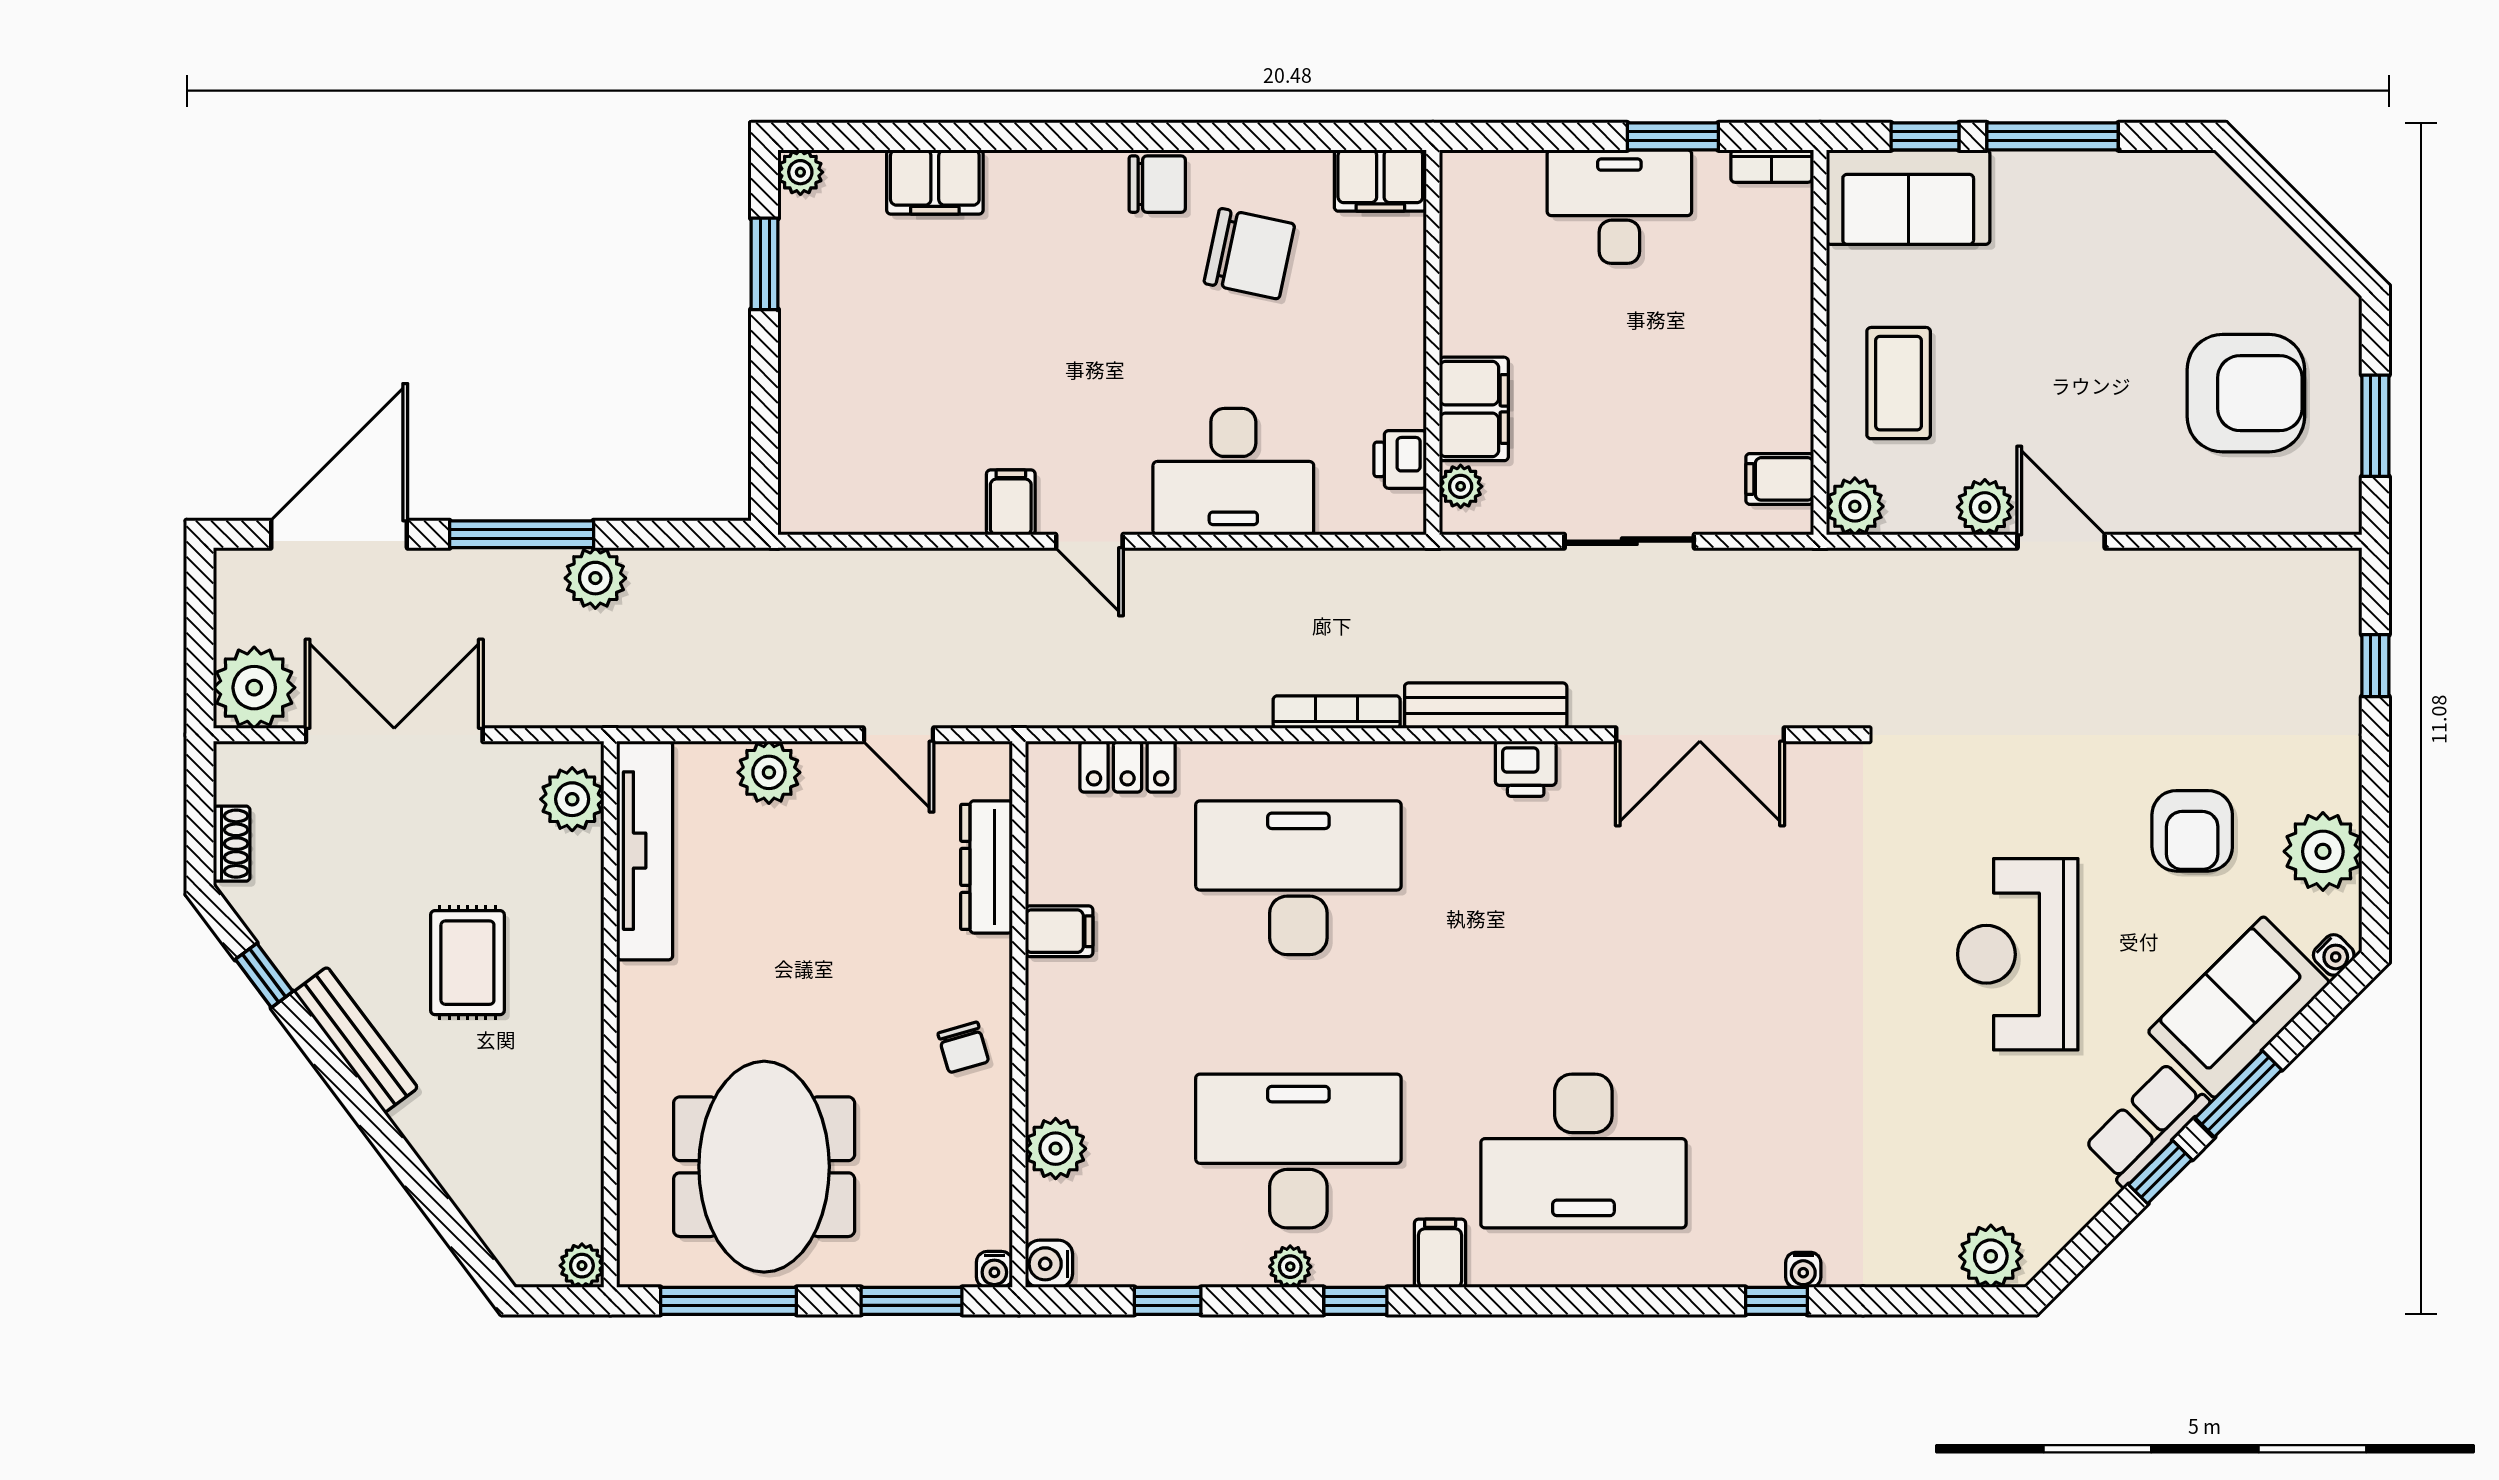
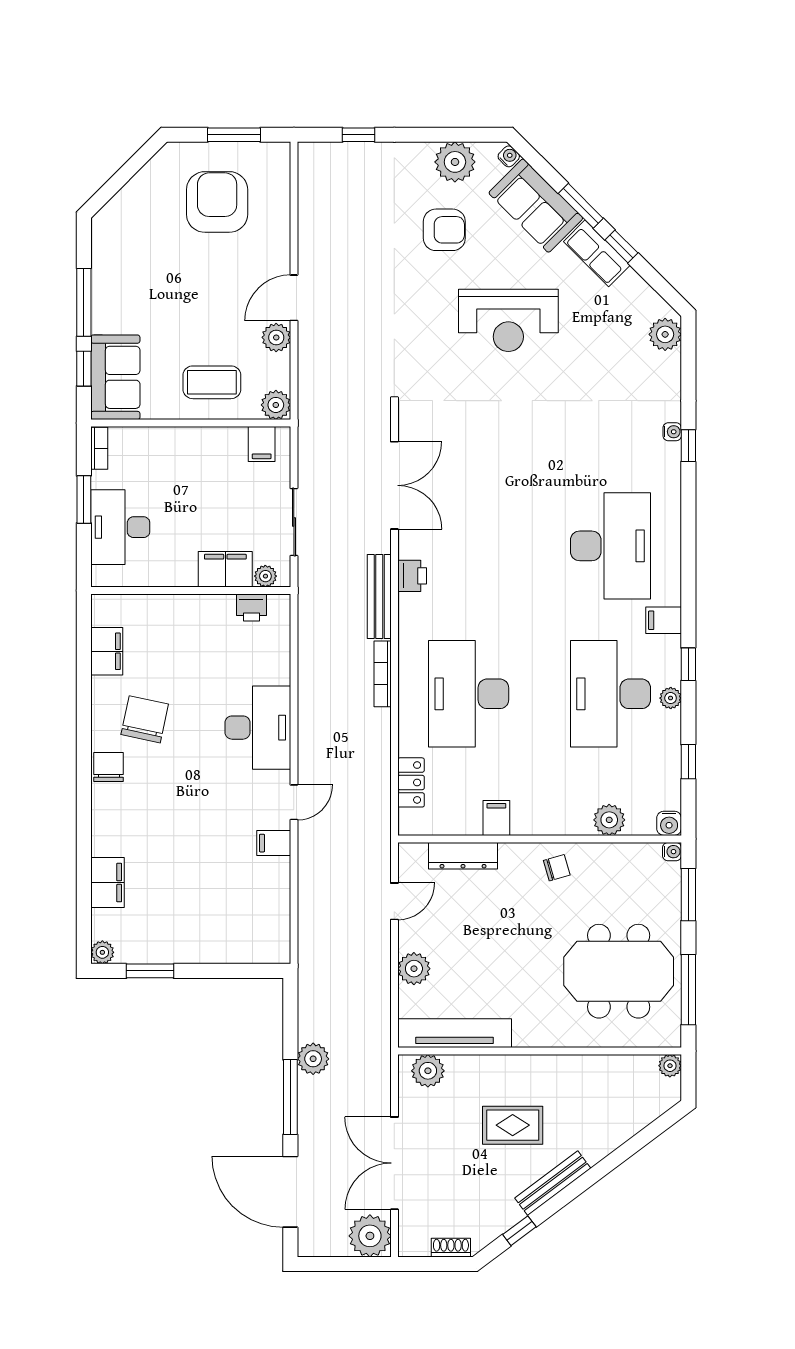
wall: (1433, 342) -> (191, 591), moved
filing cabinet: (1474, 409) -> (225, 569), moved
printer: (1400, 459) -> (251, 607), moved
plant: (1461, 486) -> (265, 576), moved

